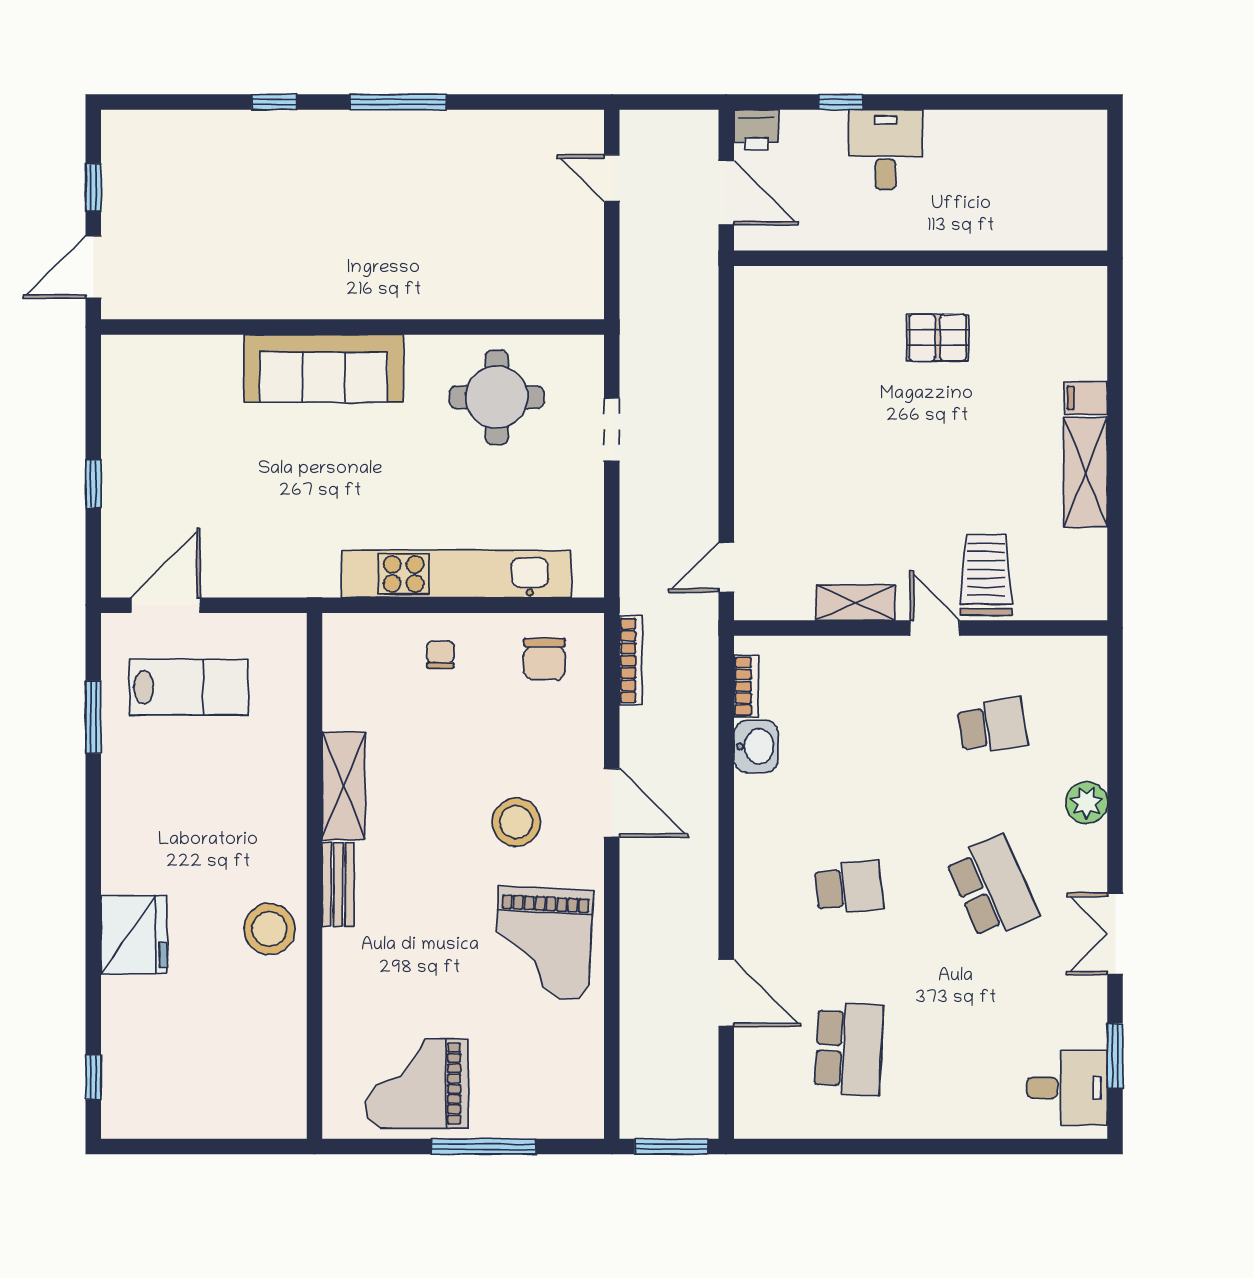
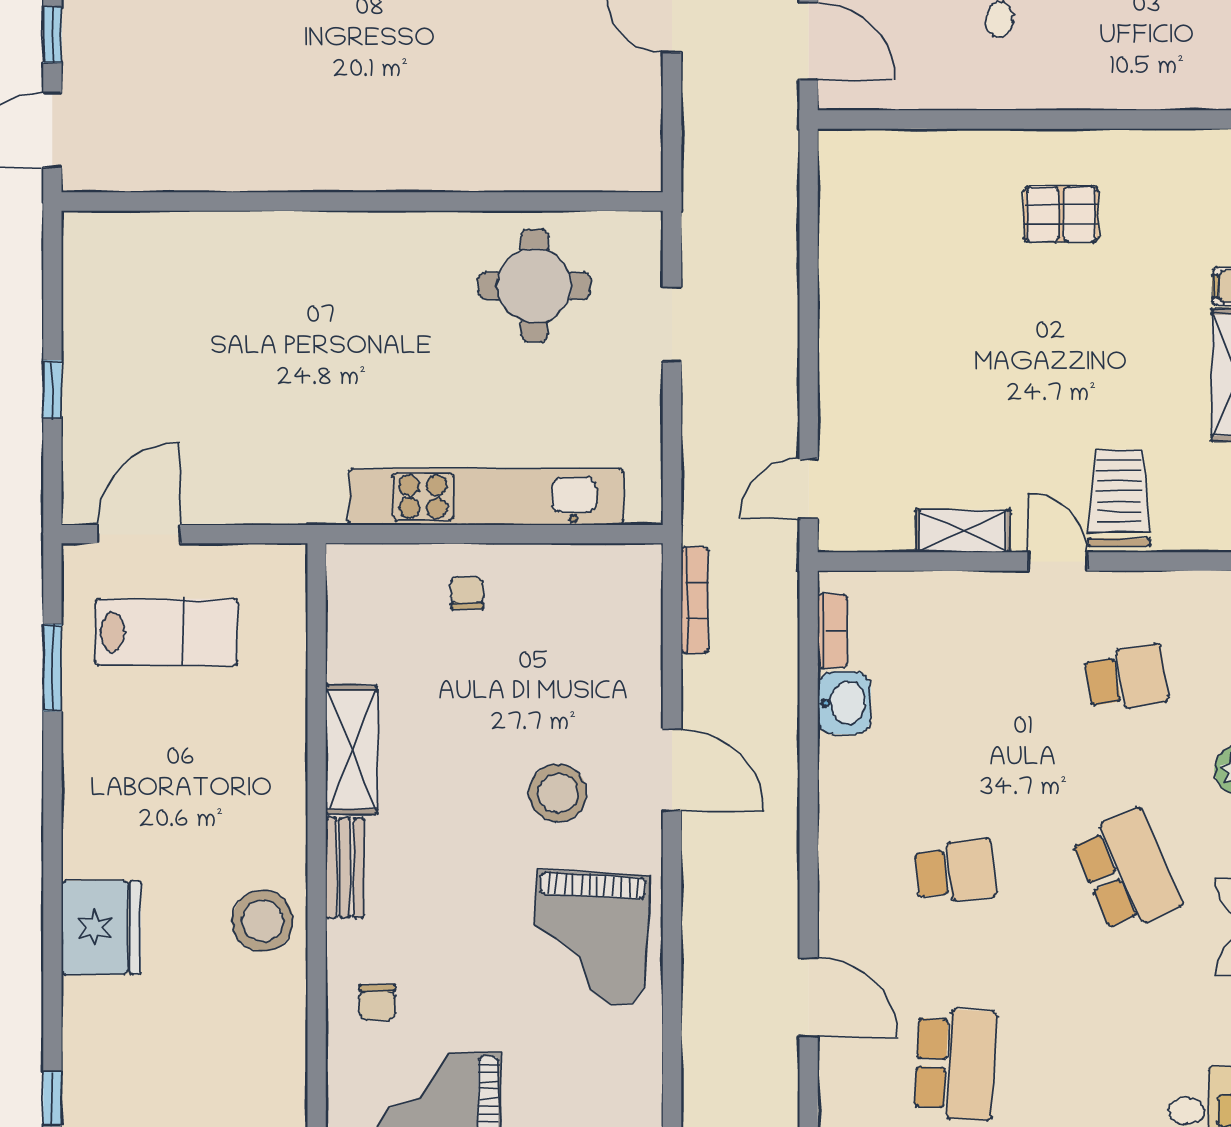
sofa: (324, 368) -> (327, 251), removed
chair: (544, 659) -> (377, 1002), moved, width x0.73, depth x0.73

